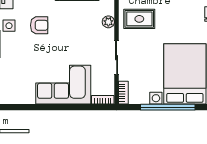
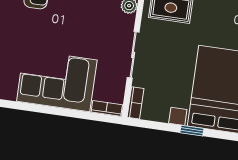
window: (168, 107) -> (192, 131), width x0.32

